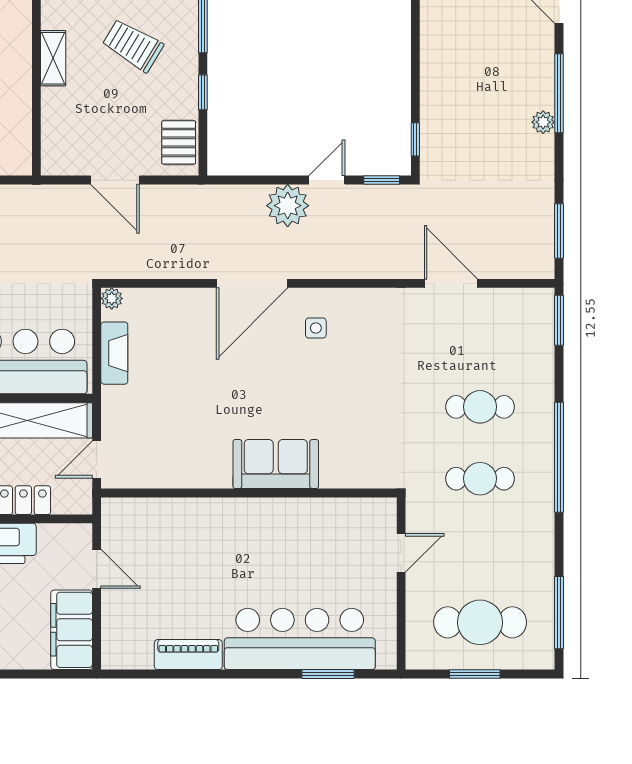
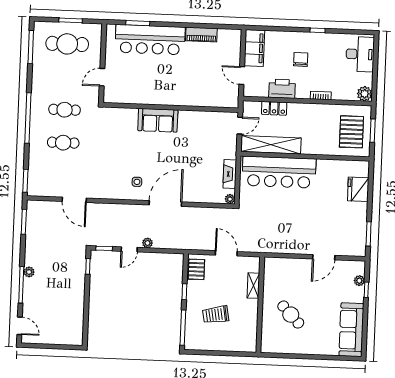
trolley: (133, 45) -> (216, 315), turned 139
shelving: (53, 58) -> (253, 286), moved
plant: (288, 206) -> (147, 243), width x0.53, depth x0.53

